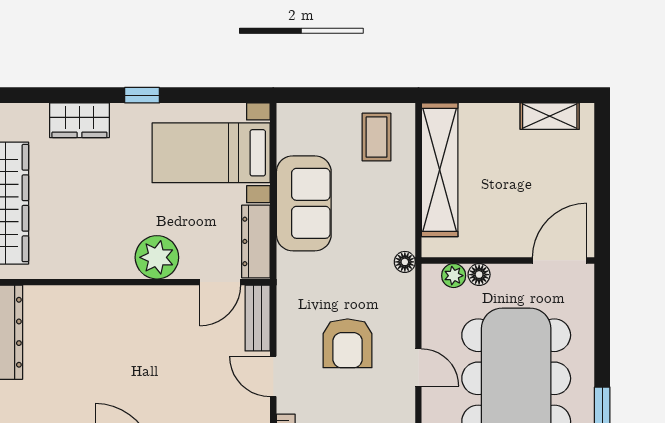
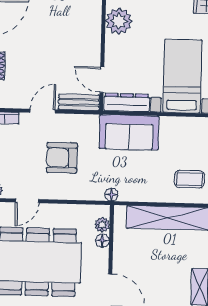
sofa: (304, 203) -> (129, 132), moved
plant: (157, 257) -> (119, 21), moved
door: (418, 368) -> (27, 201), moved

